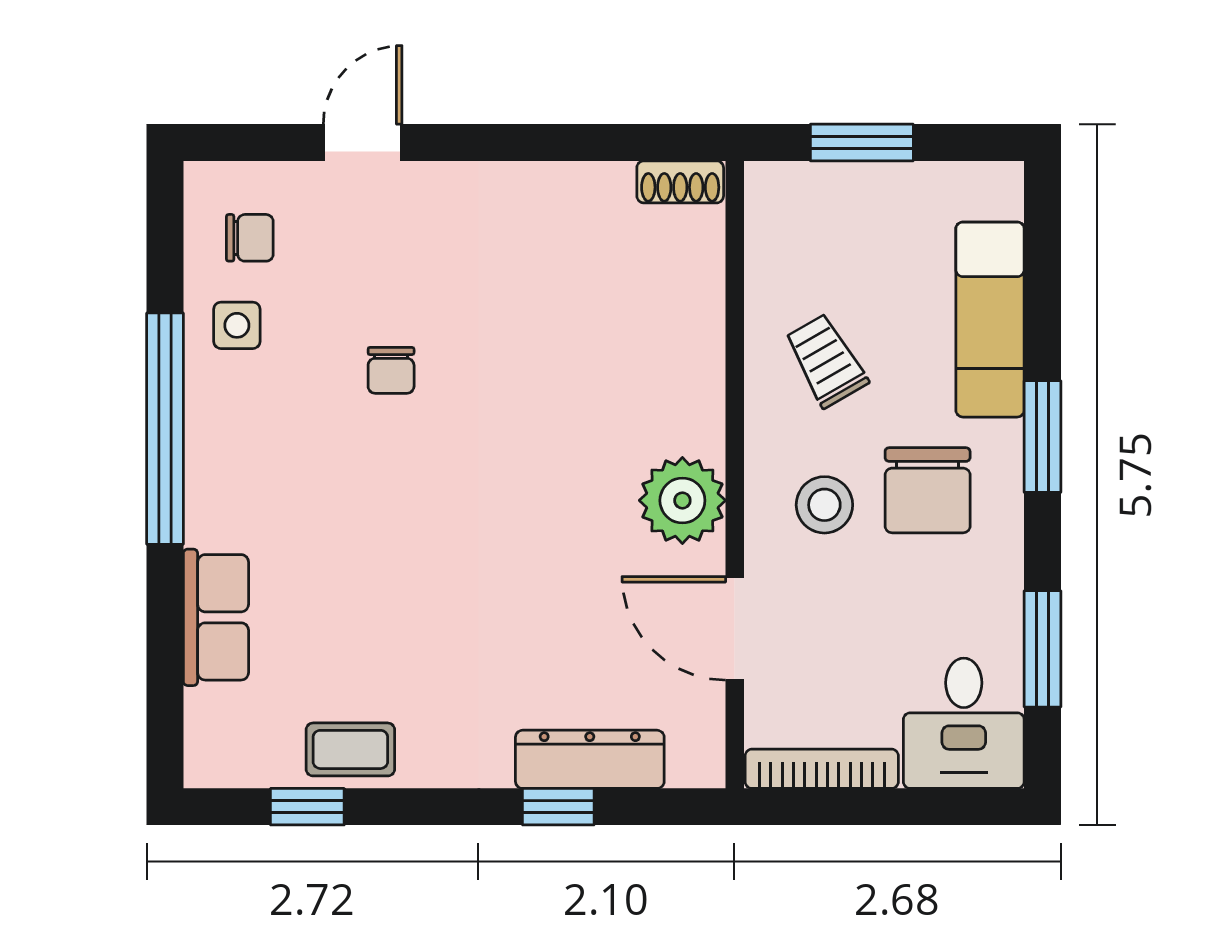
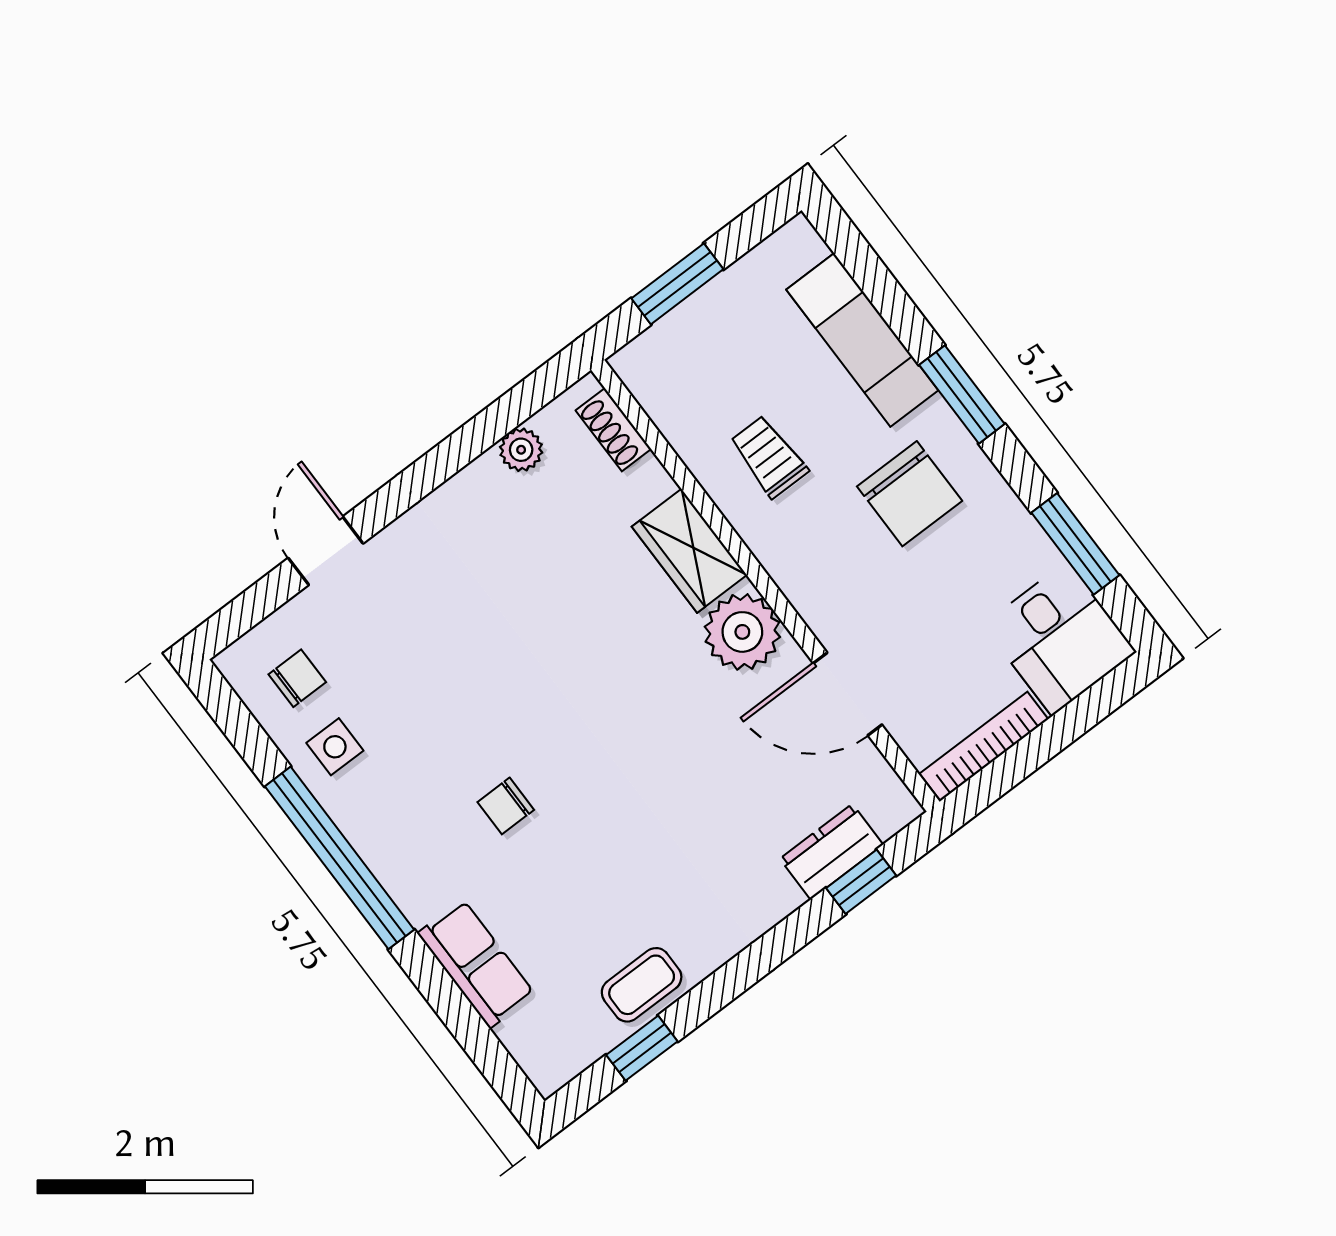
shoe rack: (680, 182) -> (613, 430), moved, turned 90
plant: (608, 185) -> (521, 450), added
trolley: (826, 361) -> (769, 457), turned 30
chair: (391, 370) -> (506, 806), moved, turned 90
wardrobe: (690, 391) -> (689, 551), added
stool: (824, 505) -> (845, 559), removed
dresser: (590, 759) -> (831, 852), width x0.70
window: (558, 807) -> (861, 882), moved

